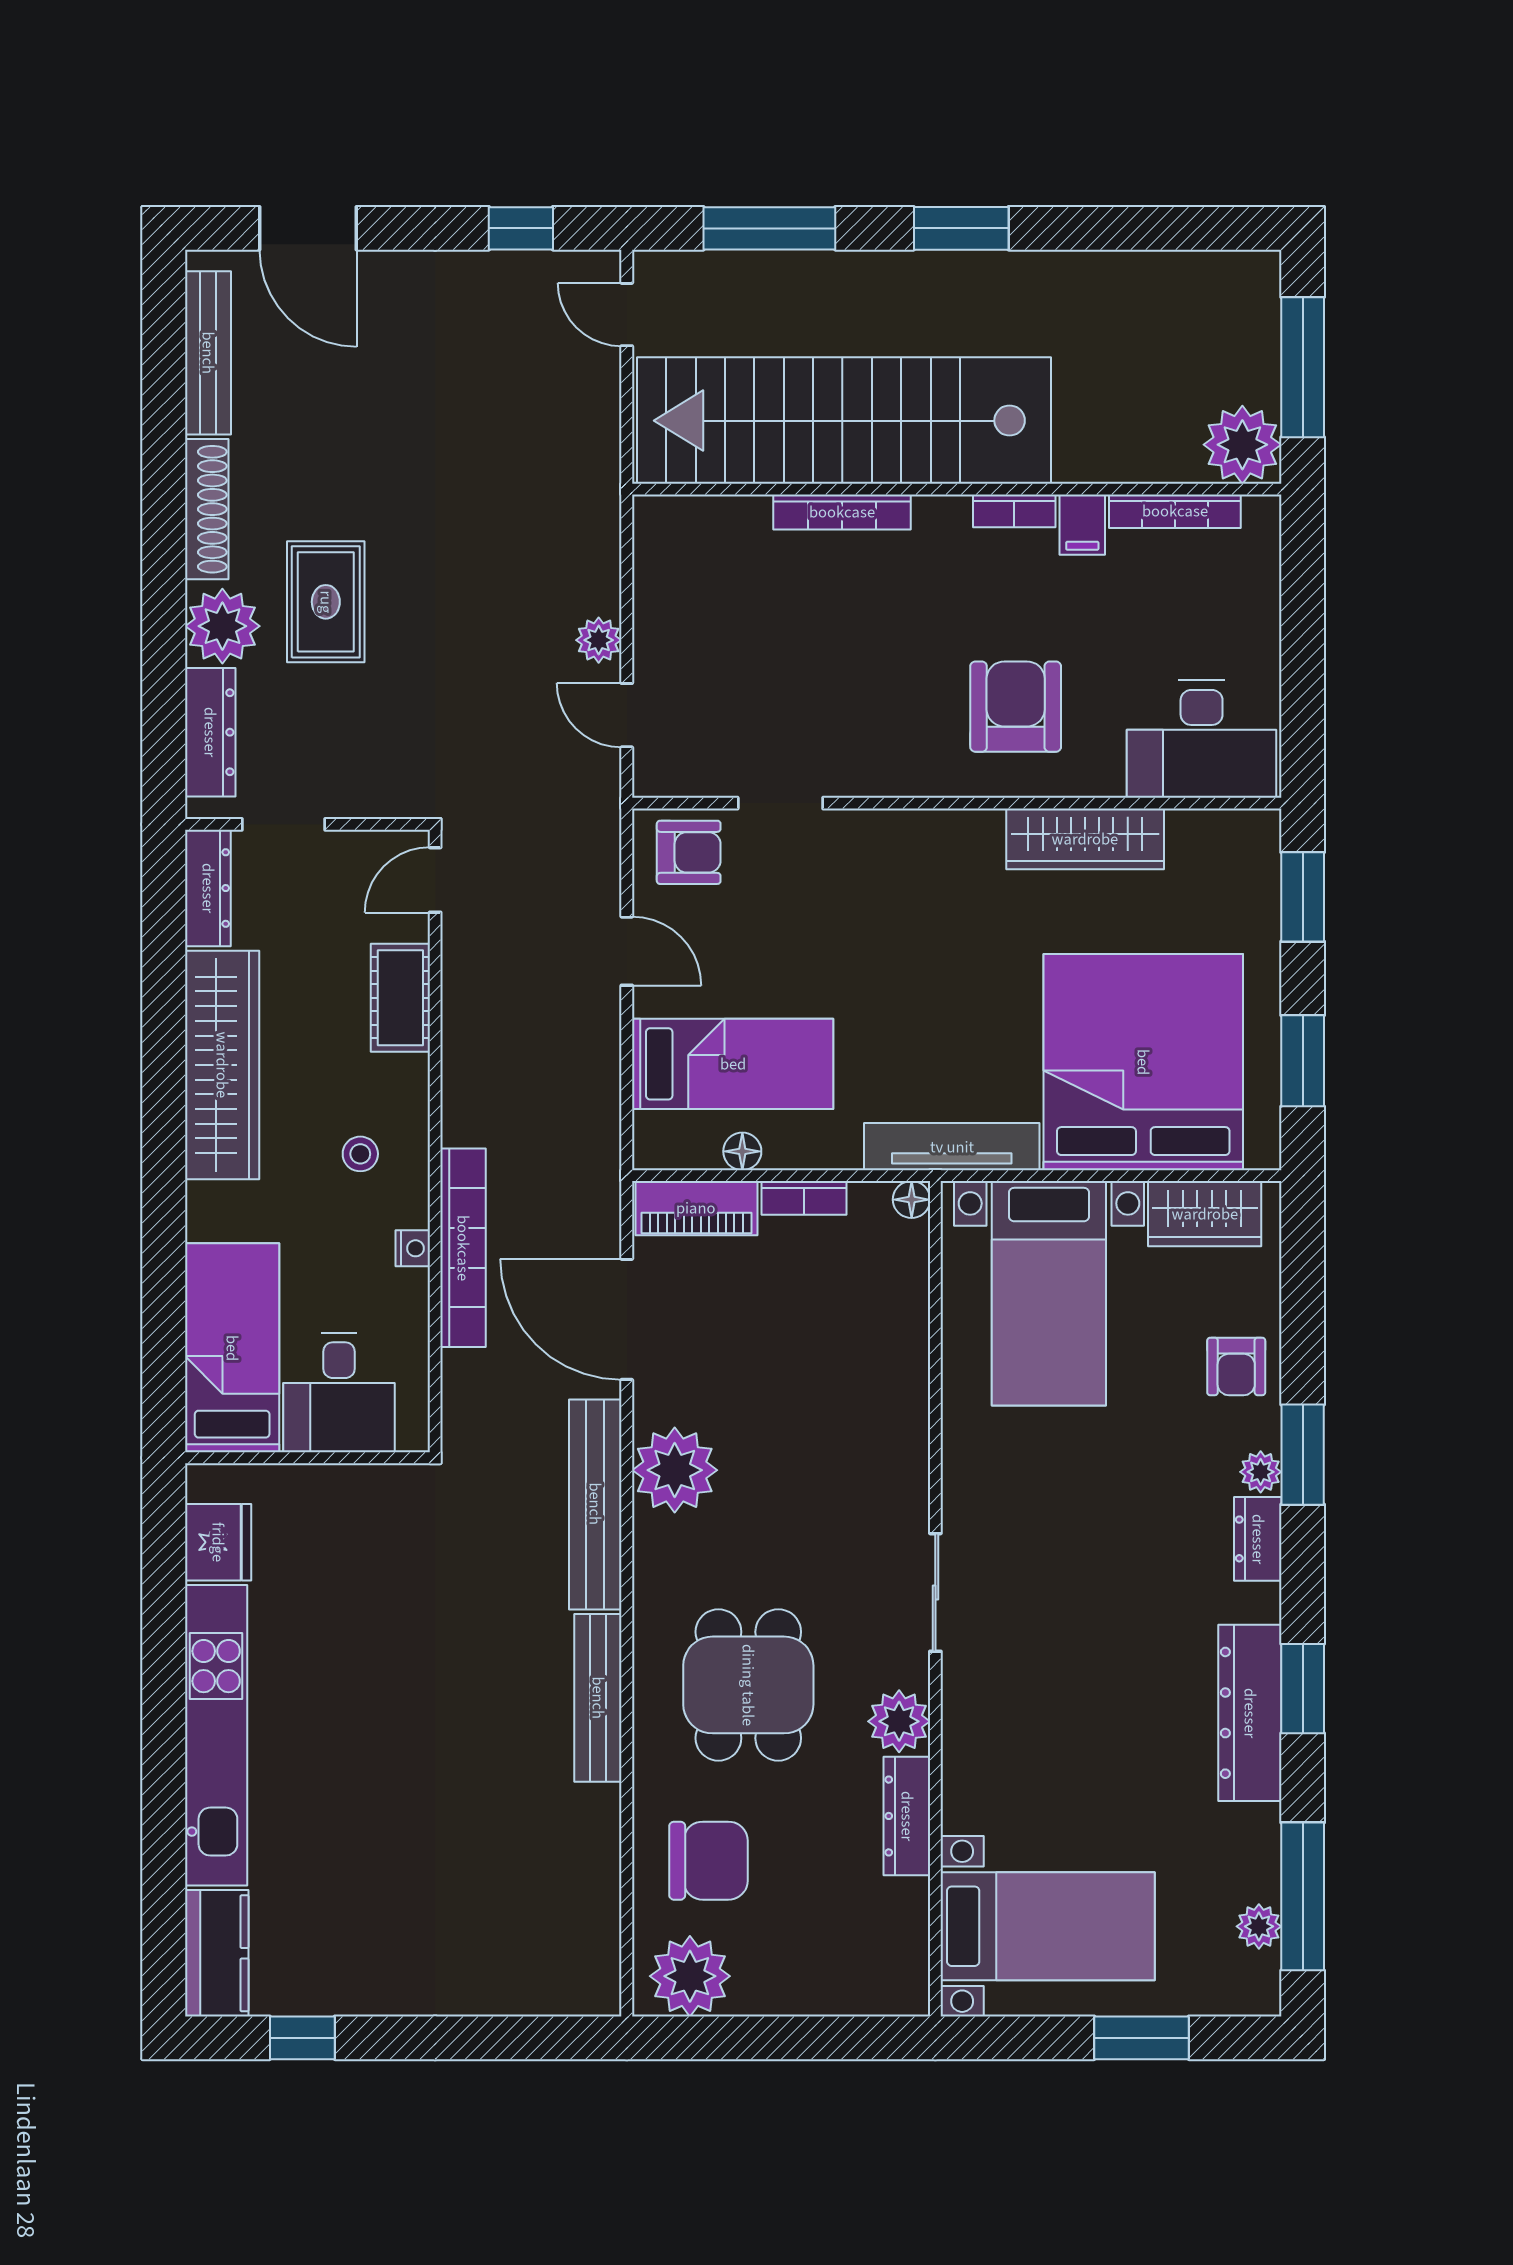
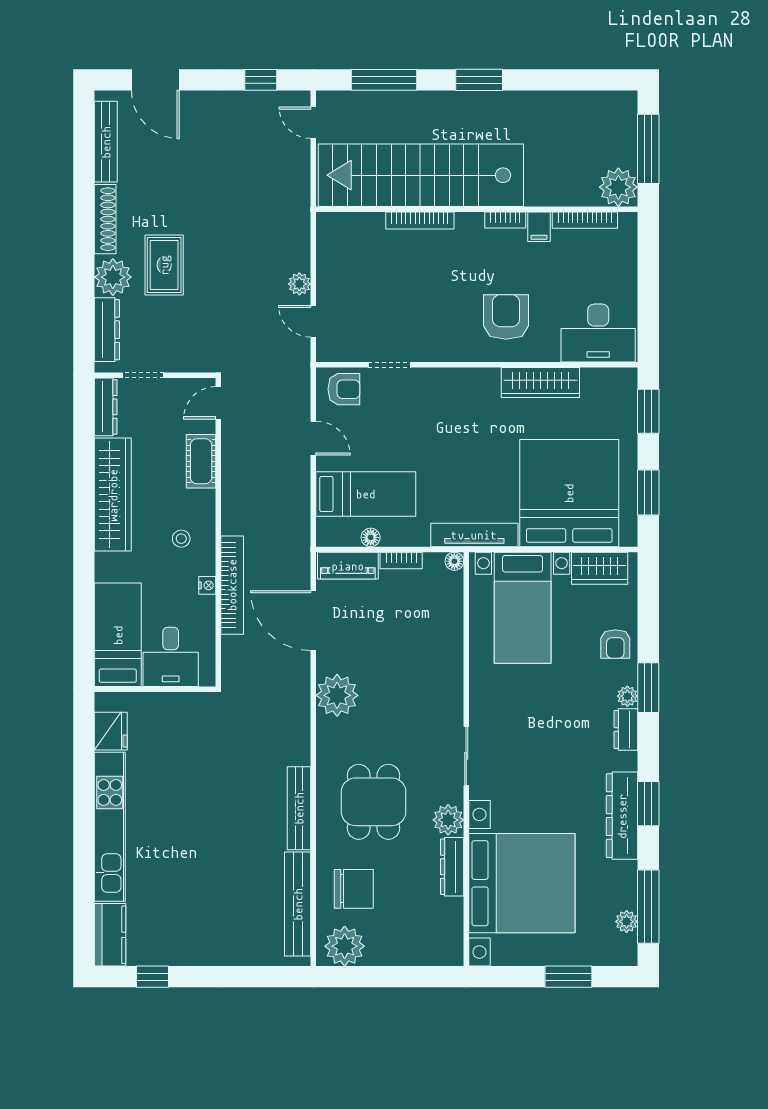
bench: (595, 1504) -> (298, 904), moved
bed with nightstands: (1048, 1926) -> (522, 883), width x1.85

